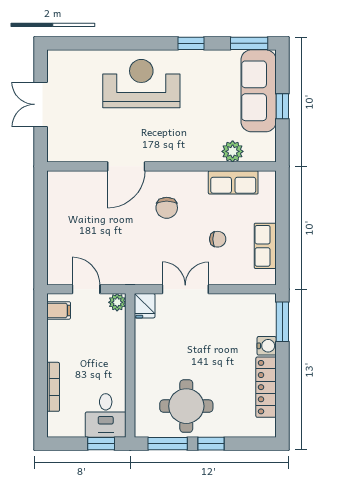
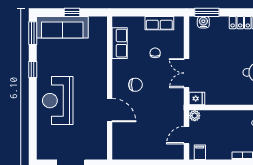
plant: (233, 151) -> (100, 43), removed
water cooler: (267, 346) -> (203, 22), moved

